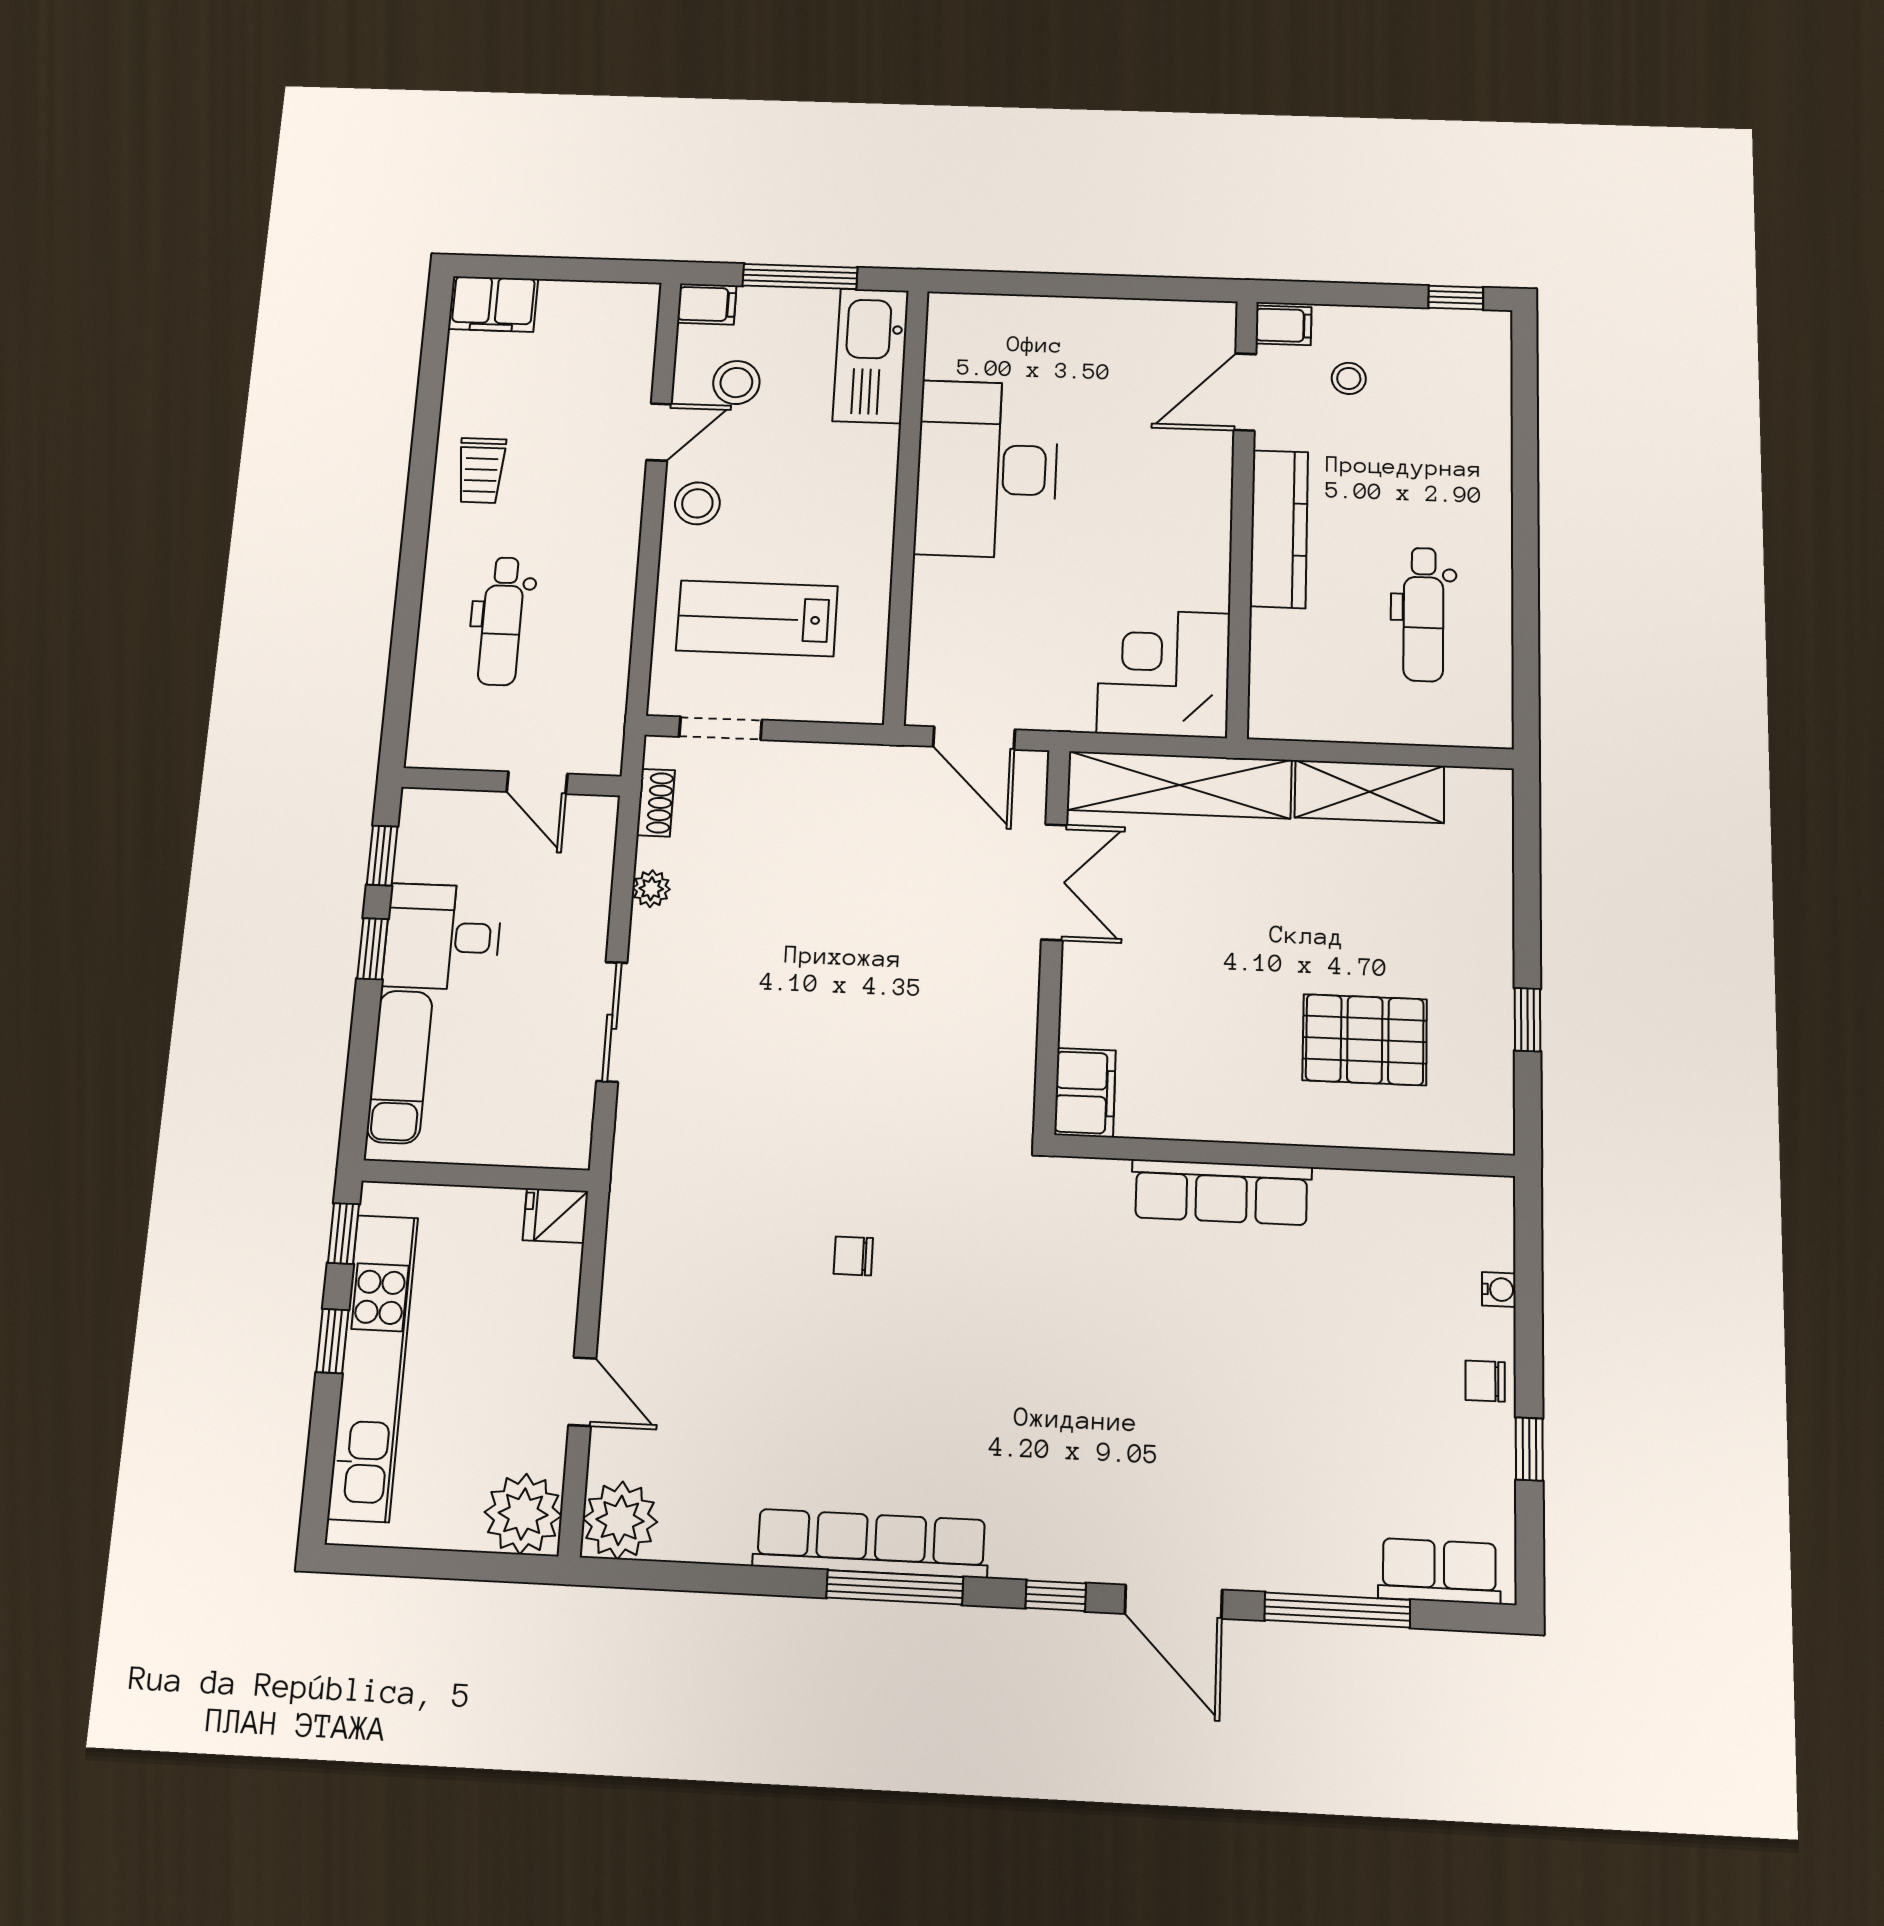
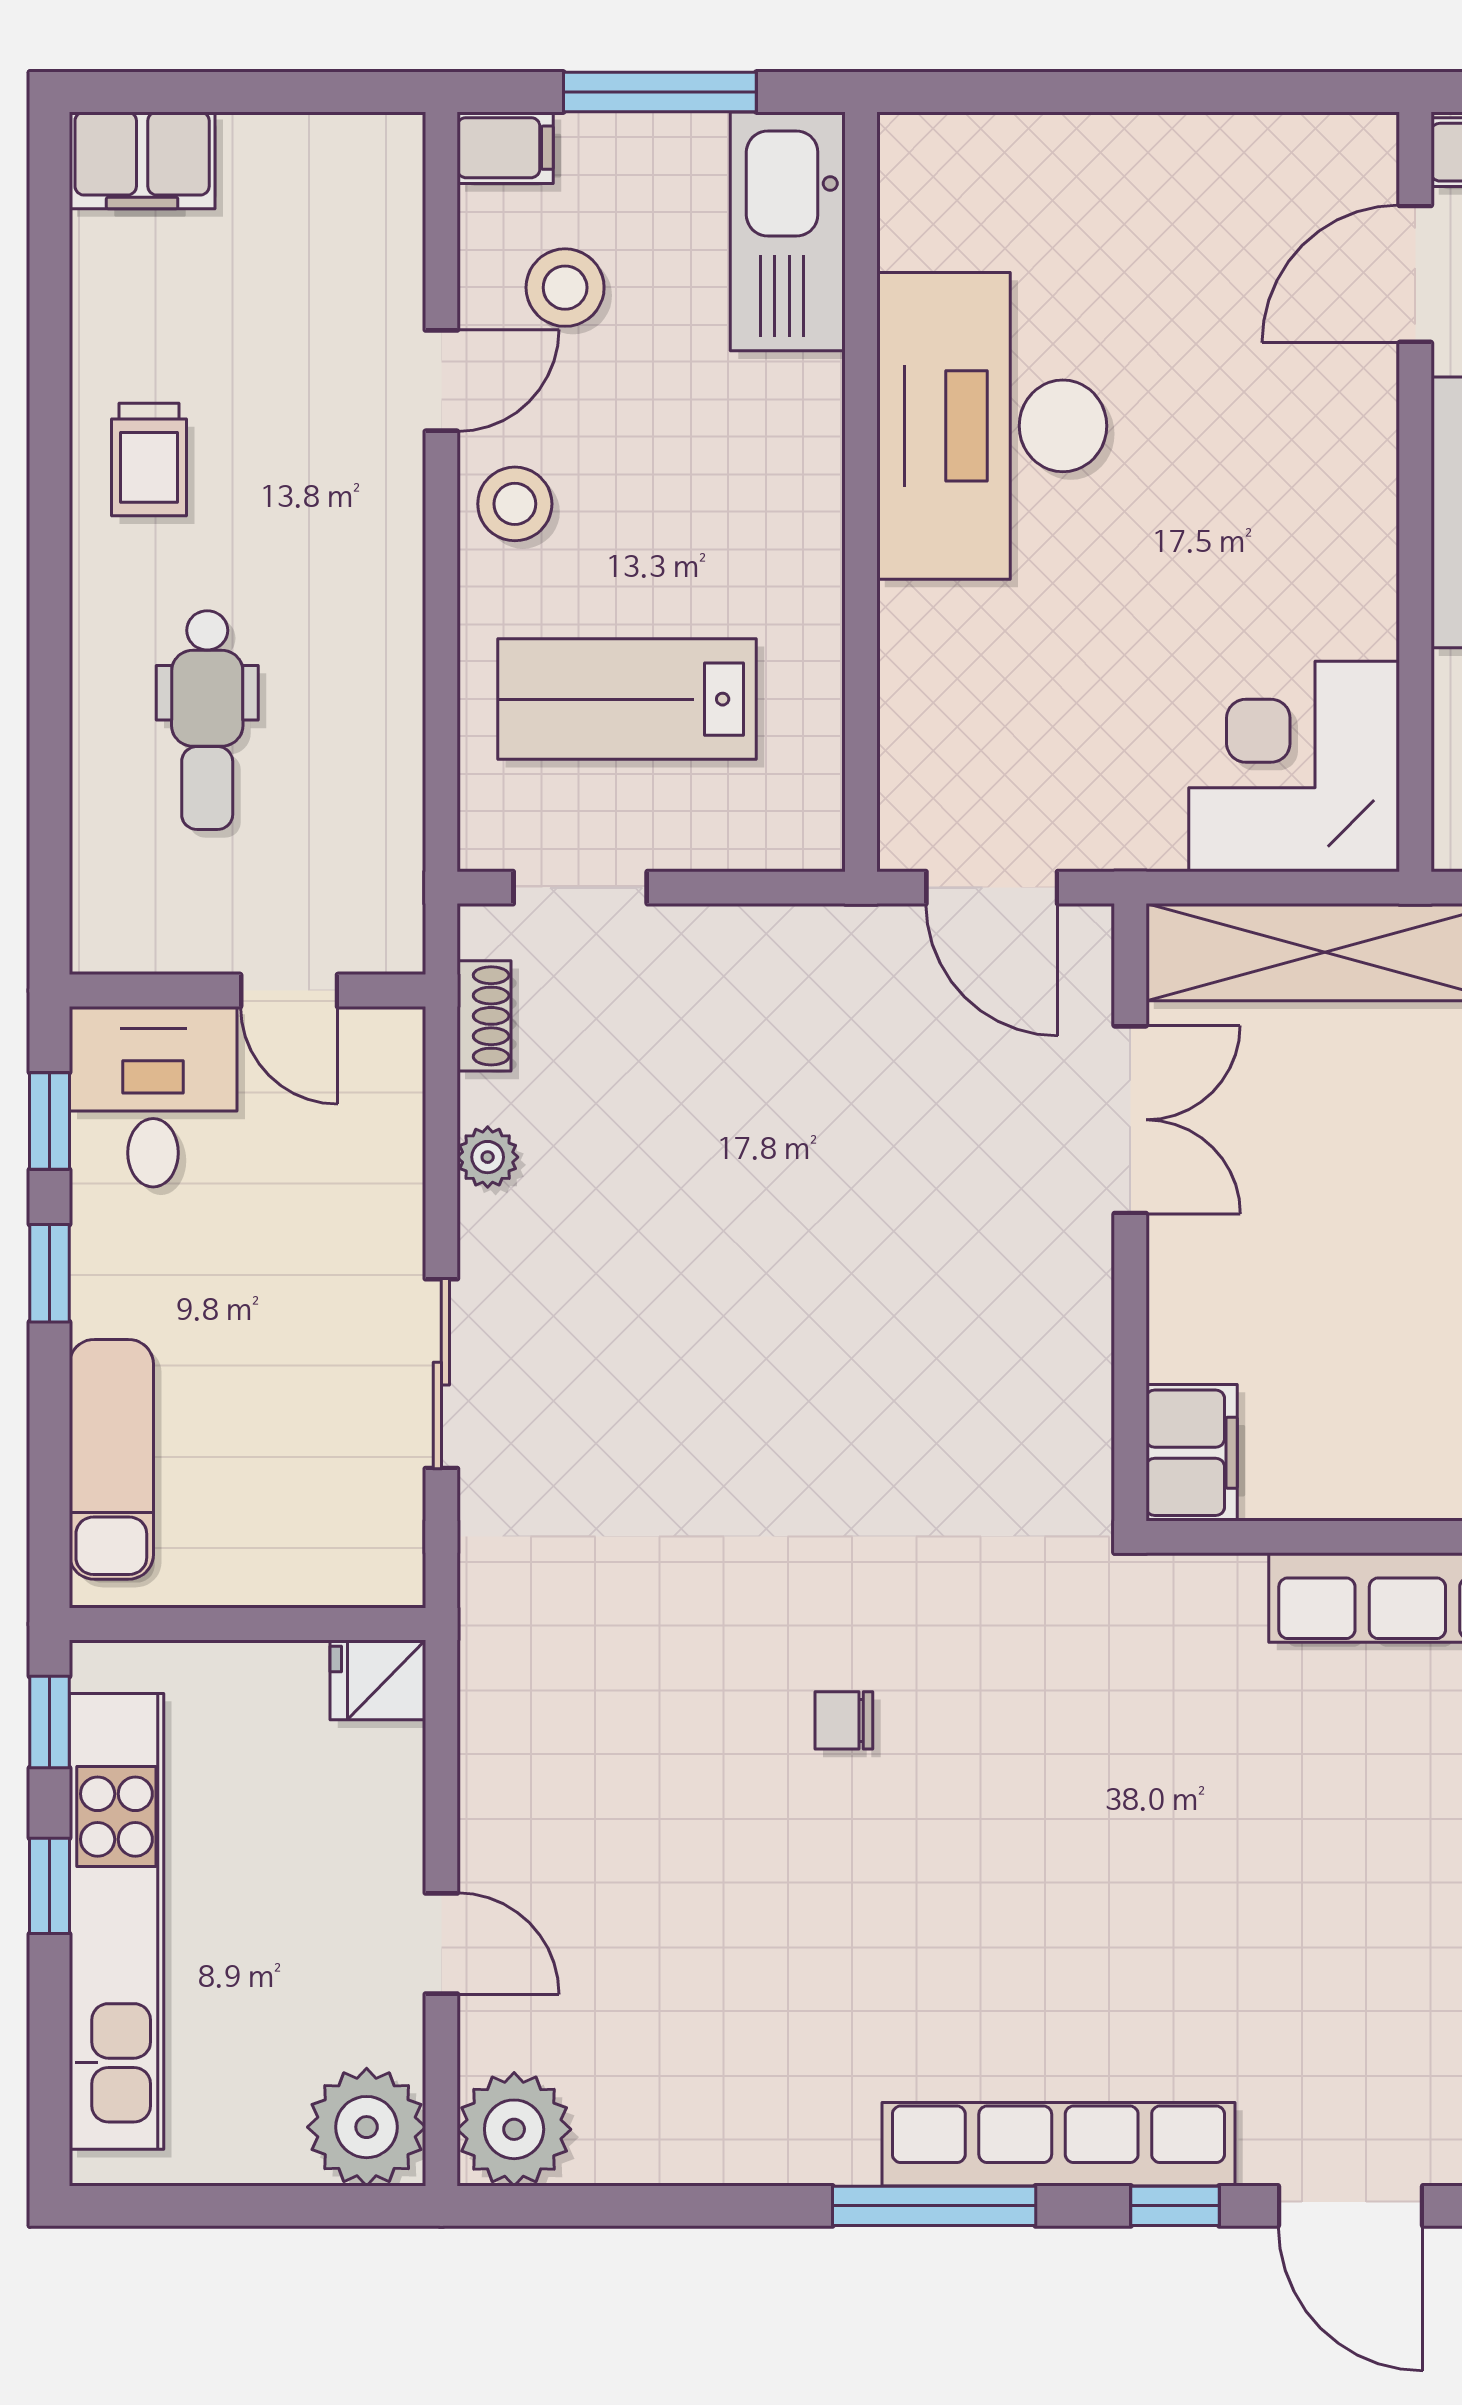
desk: (443, 937) -> (153, 1097), moved, turned 90
row of seats: (871, 1543) -> (1058, 2144), moved

